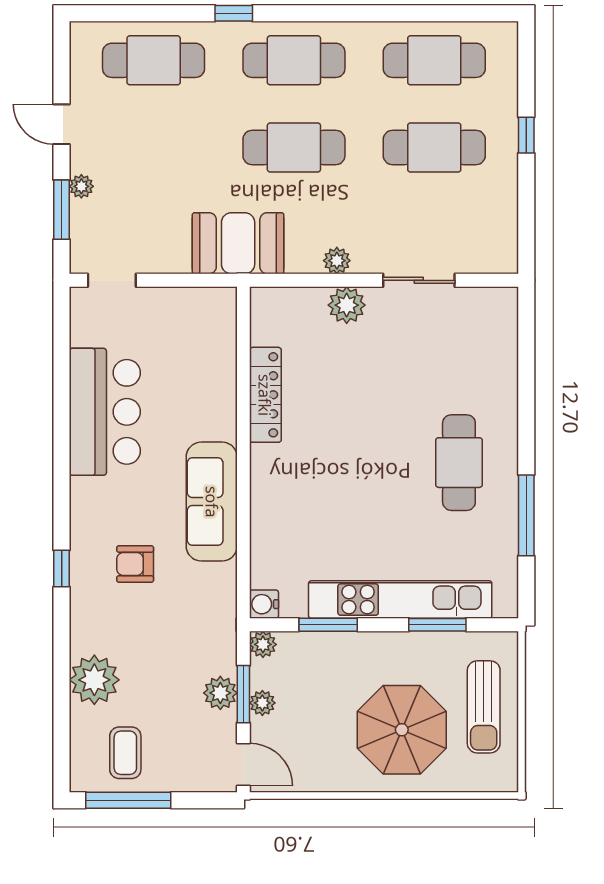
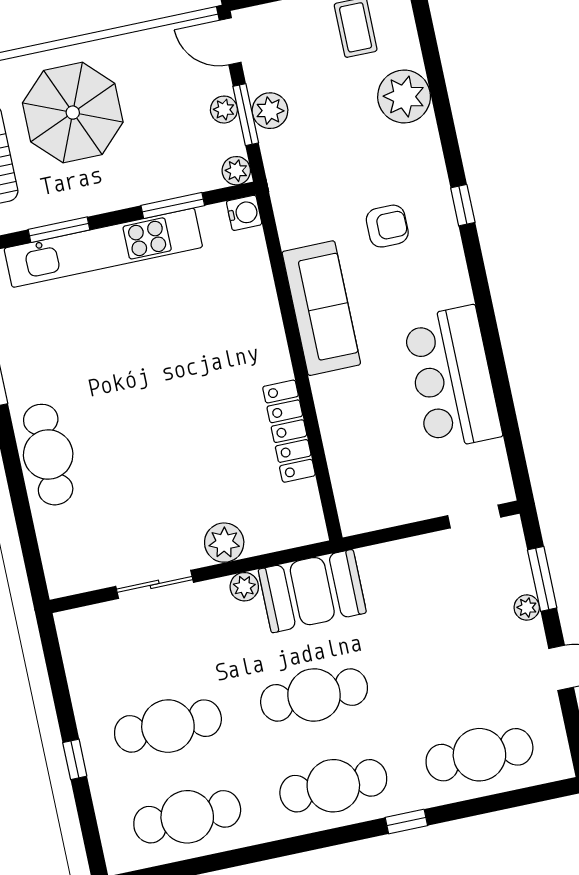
booth: (238, 243) -> (312, 591), moved
cafe table: (459, 463) -> (48, 455), moved

